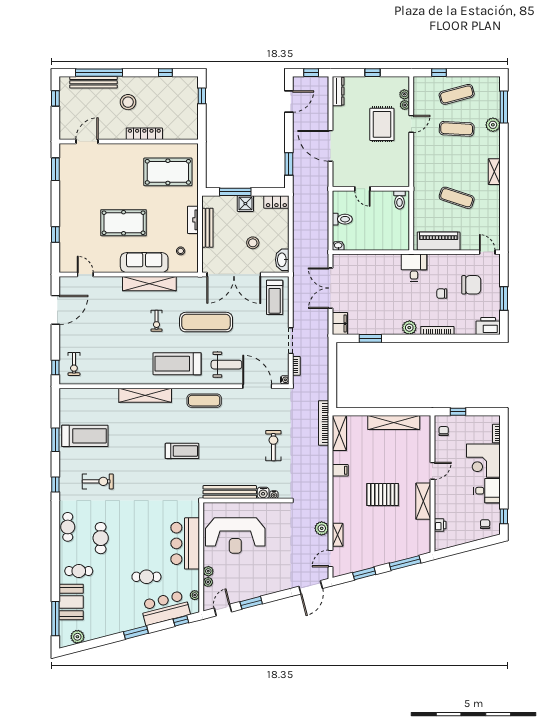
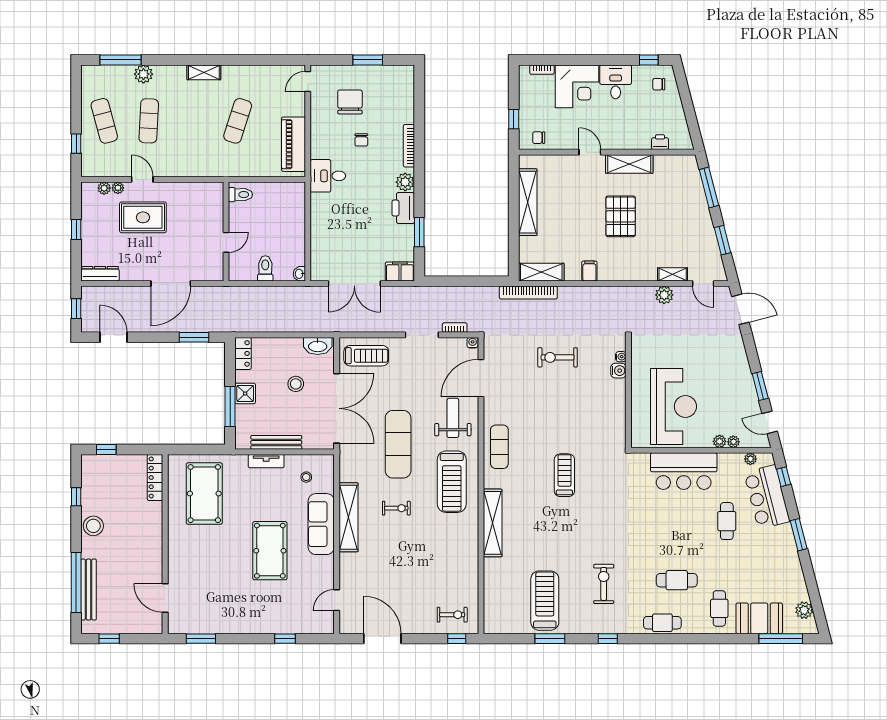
stool: (128, 102) -> (93, 526), moved
locker: (144, 134) -> (155, 477), moved
printer: (488, 326) -> (403, 208), moved
bench: (230, 492) -> (617, 414), removed

